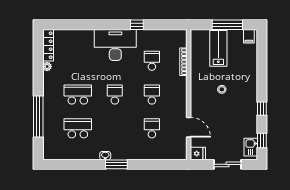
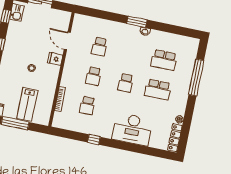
desk: (115, 45) -> (132, 129), moved
fridge: (198, 154) -> (55, 59), moved

